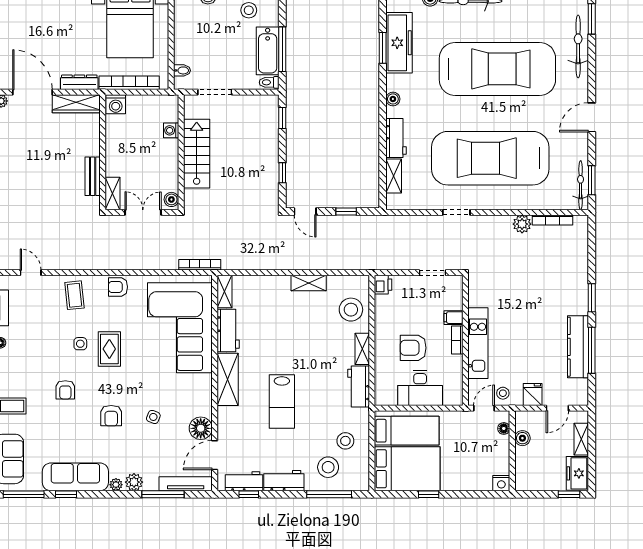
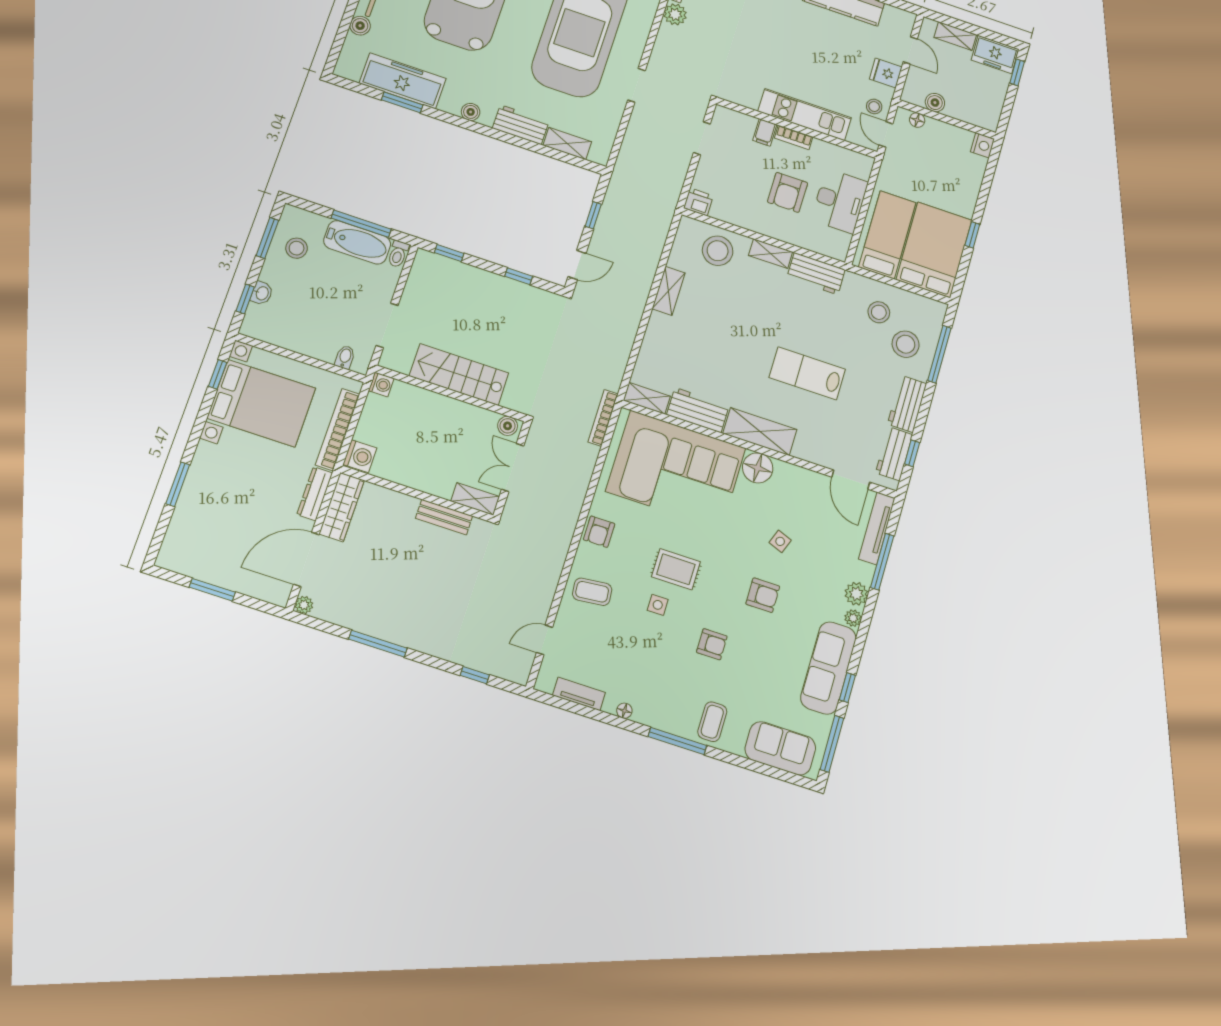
washing machine: (171, 130) -> (381, 384), moved, turned -90
lab bench: (282, 401) -> (807, 373), turned 180
floor lamp: (201, 428) -> (758, 468), moved

